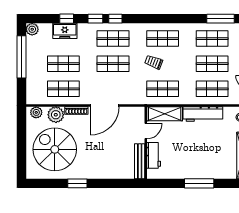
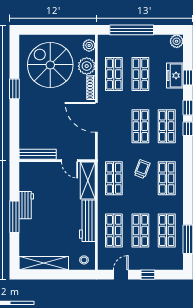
window: (21, 57) -> (132, 30), moved
spiral stairs: (55, 149) -> (50, 65), turned -90
workbench: (154, 155) -> (26, 205), moved, turned -90

